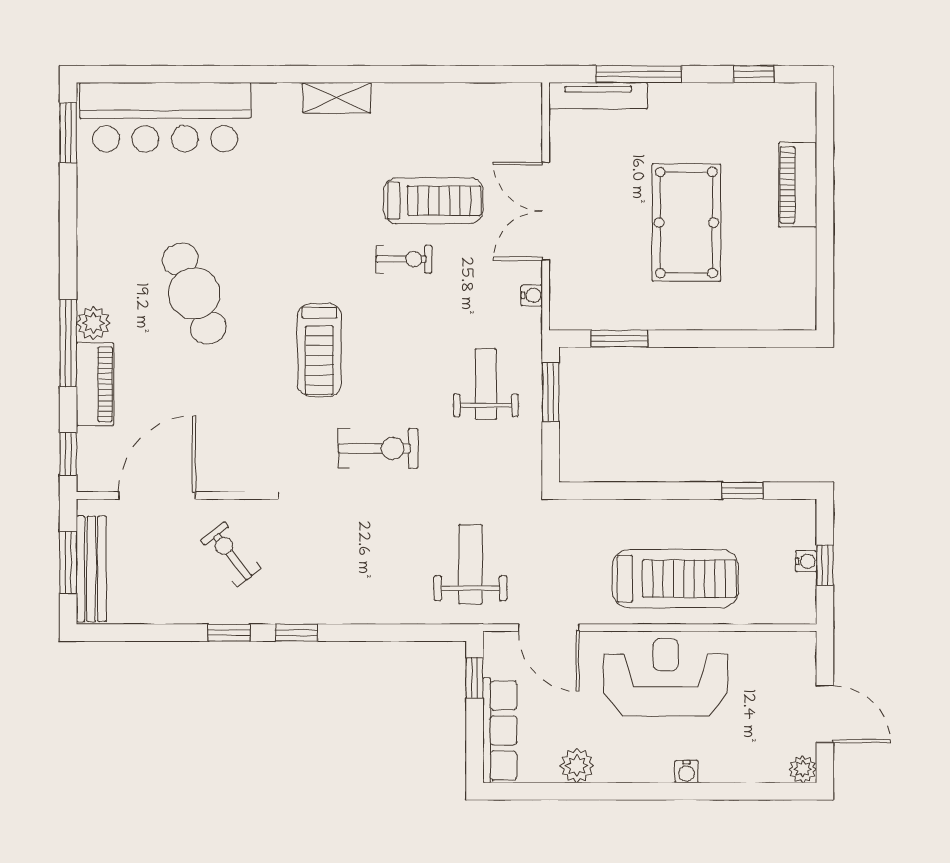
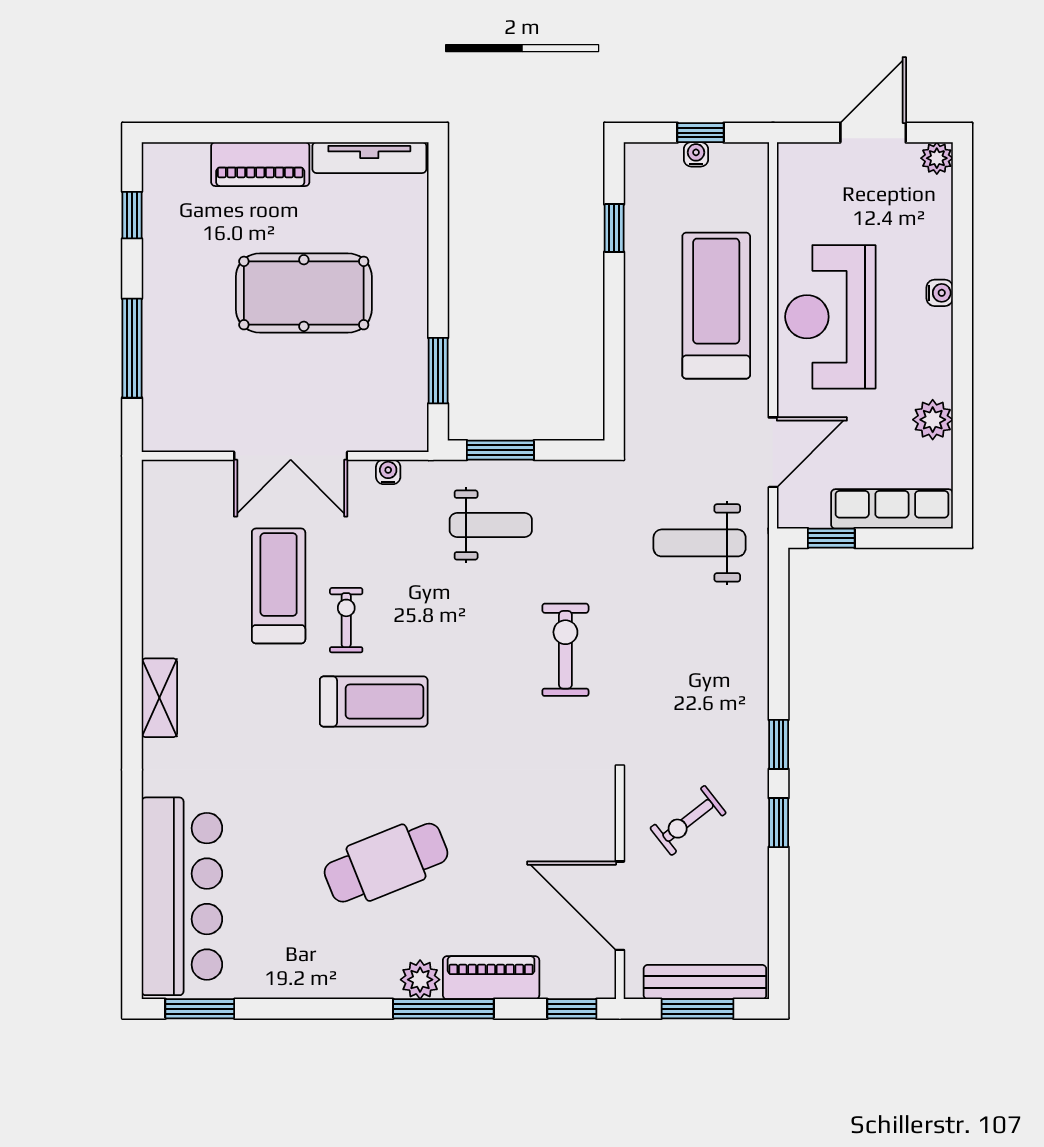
tv unit: (598, 96) -> (369, 158), moved, turned 90
treadmill: (319, 350) -> (374, 702), moved
weight bench: (486, 384) -> (491, 525), turned 180

